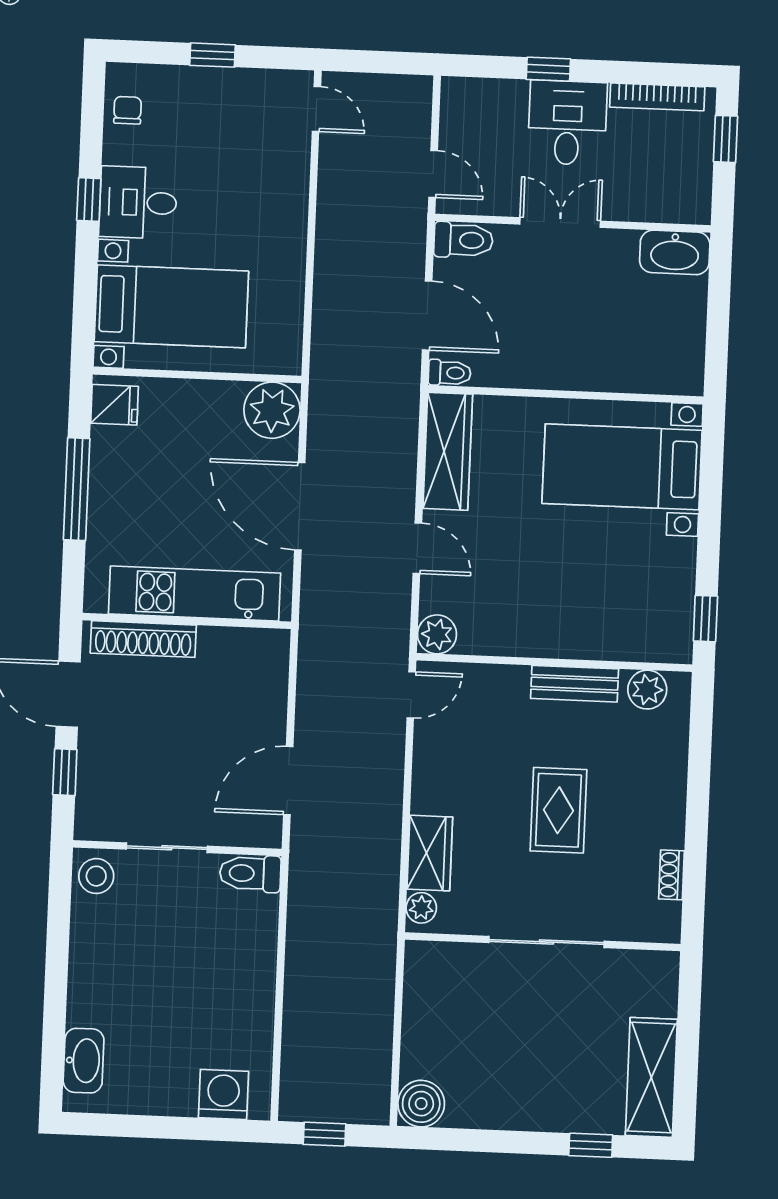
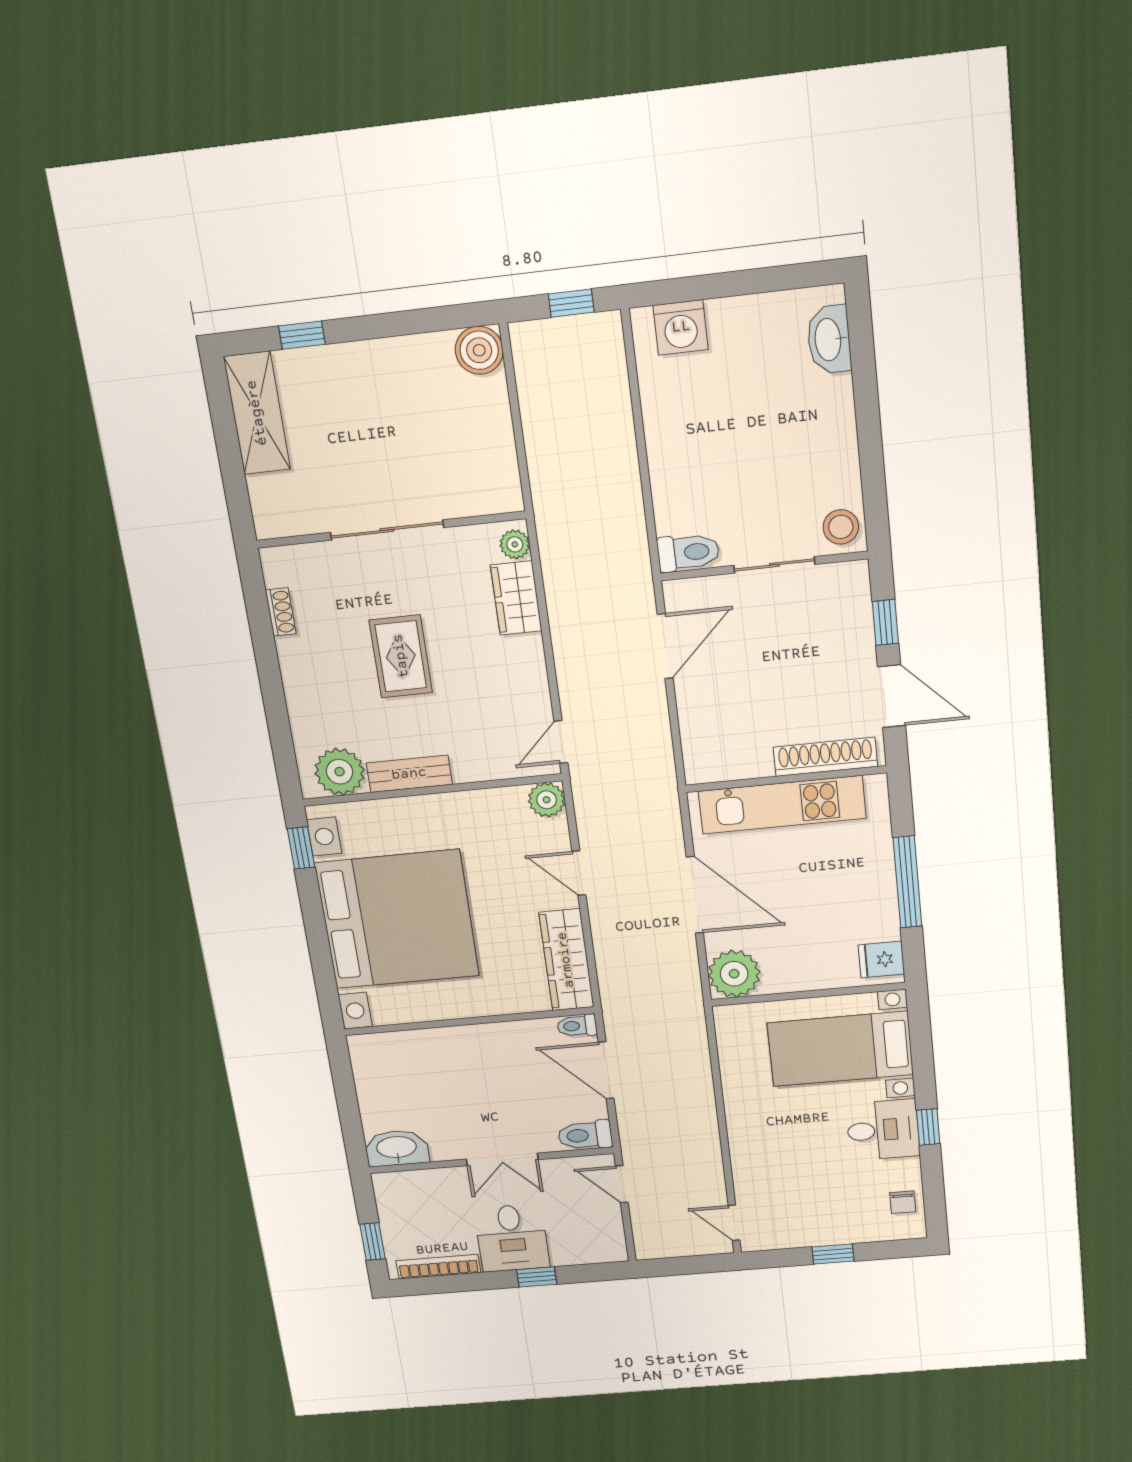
bed with nightstands: (622, 467) -> (397, 919), width x1.85
plant: (647, 690) -> (340, 772), width x1.36, depth x1.36

